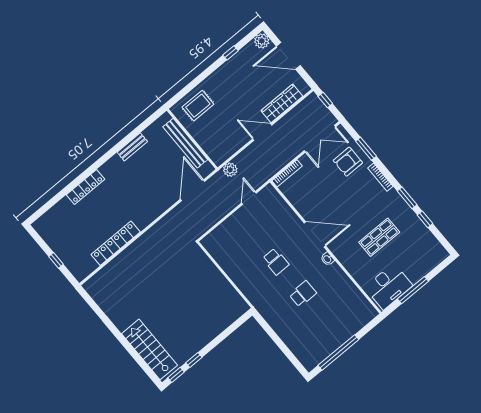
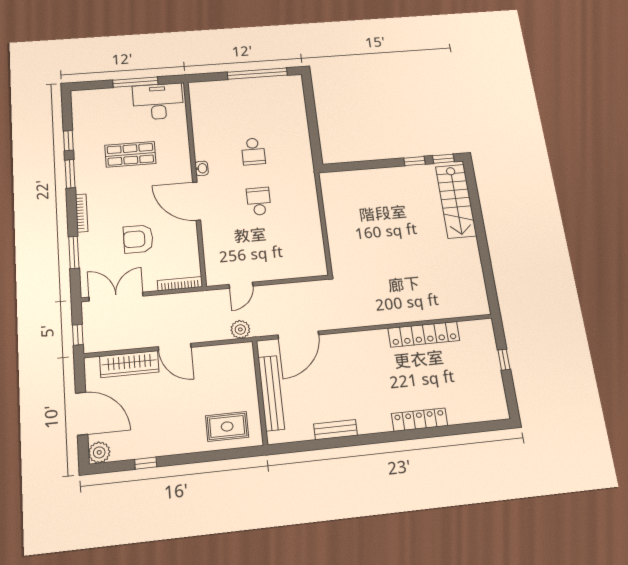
armchair: (348, 162) -> (138, 239), moved, turned 180
school desk: (303, 294) -> (253, 151), turned -90

